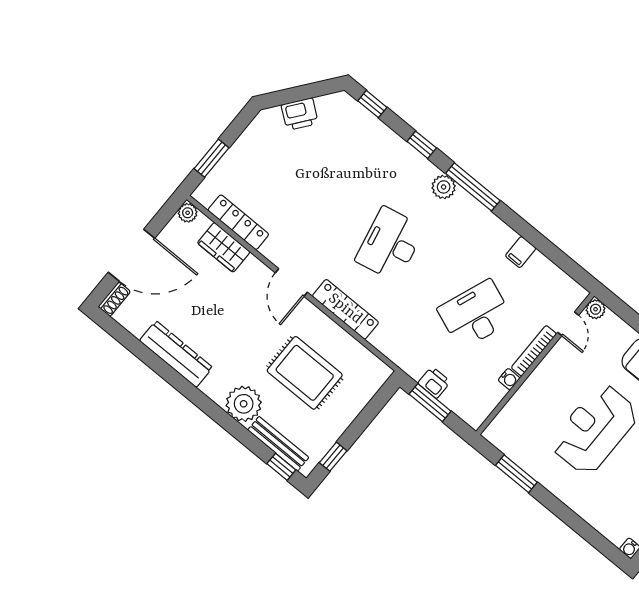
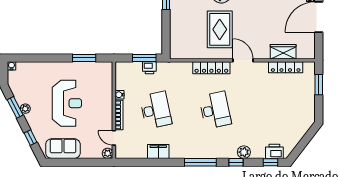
printer: (300, 114) -> (274, 151), moved, turned 52
plant: (444, 187) -> (244, 152), moved
plant: (188, 213) -> (310, 54), removed
filing cabinet: (521, 252) -> (158, 151), width x2.00
desk: (475, 314) -> (156, 110), turned -33
rug: (305, 373) -> (220, 29), moved, turned 90

